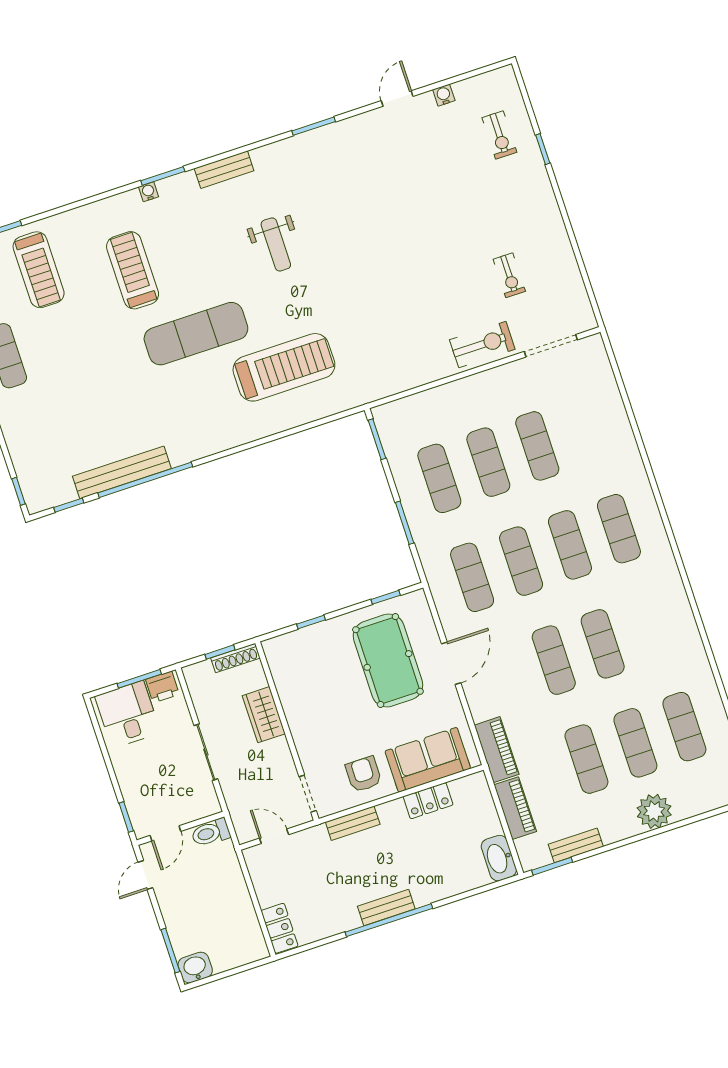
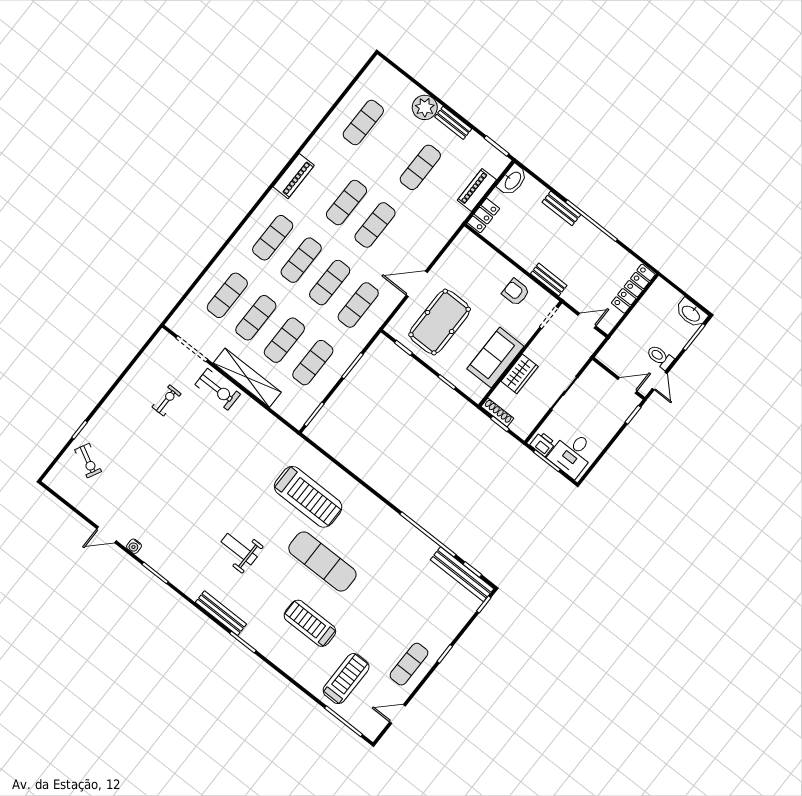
water cooler: (444, 95) -> (134, 546), moved
exercise bike: (499, 135) -> (88, 461), turned 118
bench: (224, 170) -> (221, 613), width x1.36
water cooler: (148, 192) -> (258, 644), removed
weight bench: (276, 244) -> (239, 549), turned -90
treadmill: (133, 270) -> (310, 623), turned 90
exercise bike: (482, 345) -> (218, 389), turned 180
treadmill: (284, 367) -> (308, 497), turned 180
shelving: (473, 389) -> (247, 378), added
bench: (122, 472) -> (462, 574), moved
exercise mat: (635, 743) -> (227, 295), moved
piano: (497, 750) -> (294, 176), moved, turned 180
sofa: (428, 760) -> (495, 357), moved, turned 90
armchair: (364, 774) -> (516, 292), turned 90
locker: (428, 801) -> (483, 216), moved, turned 90
toilet: (211, 833) -> (660, 357), moved, turned 180
door: (274, 836) -> (587, 321), swing flipped
bench: (576, 845) -> (453, 123), moved
door: (145, 875) -> (660, 381), hinge flipped
bench: (386, 908) -> (561, 208), moved
locker: (280, 928) -> (633, 289), width x1.53
washbasin: (195, 968) -> (691, 313), width x1.38

